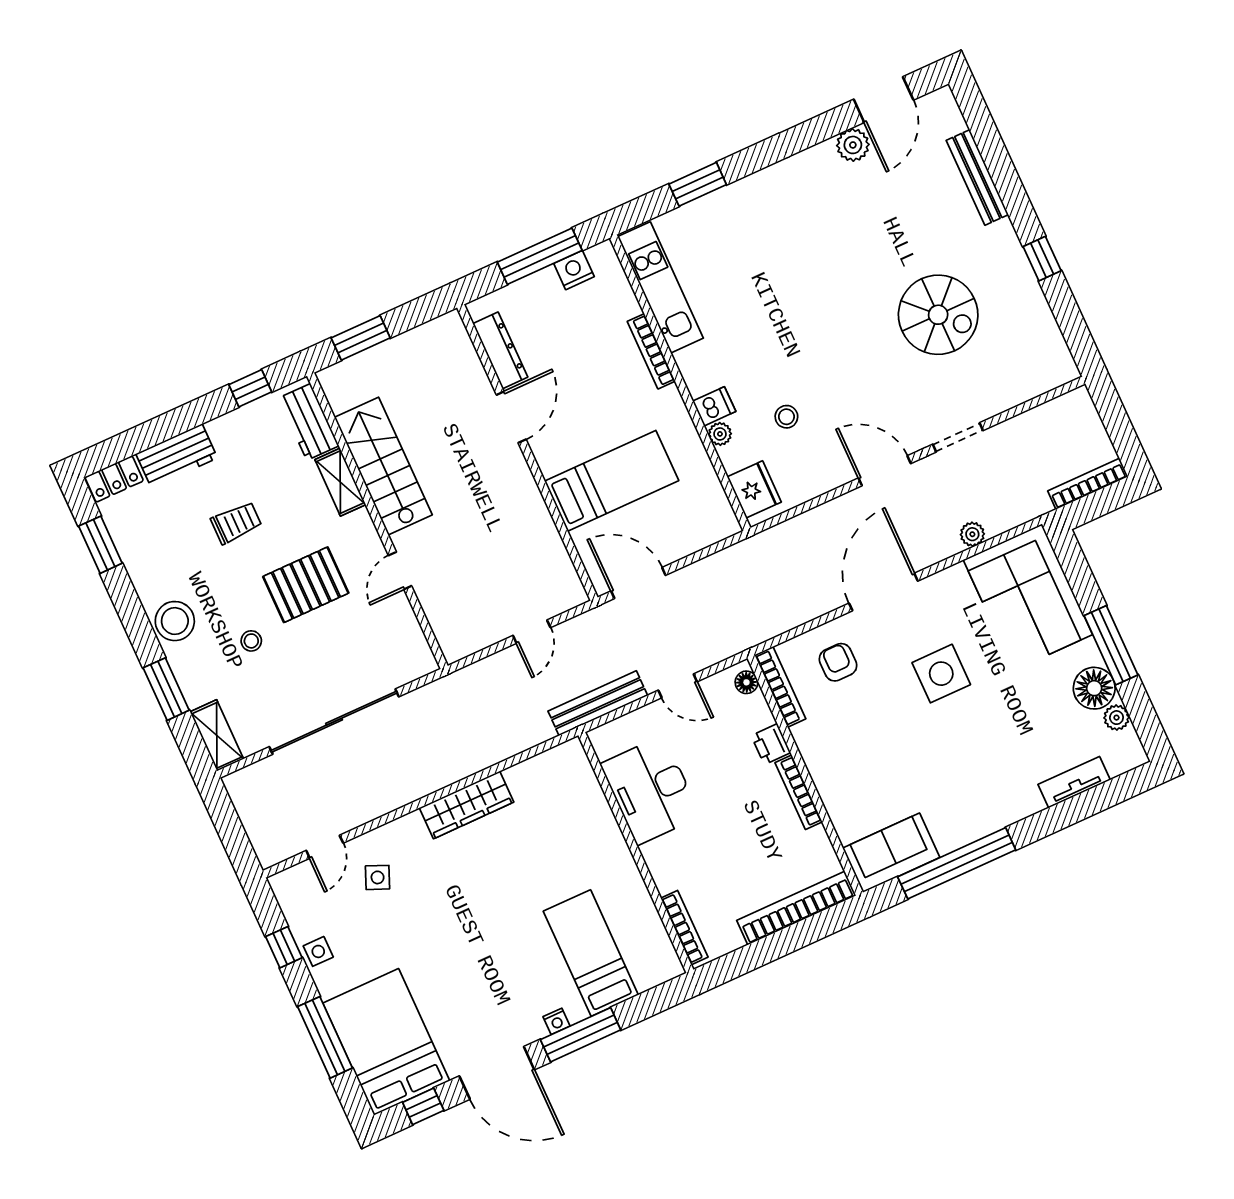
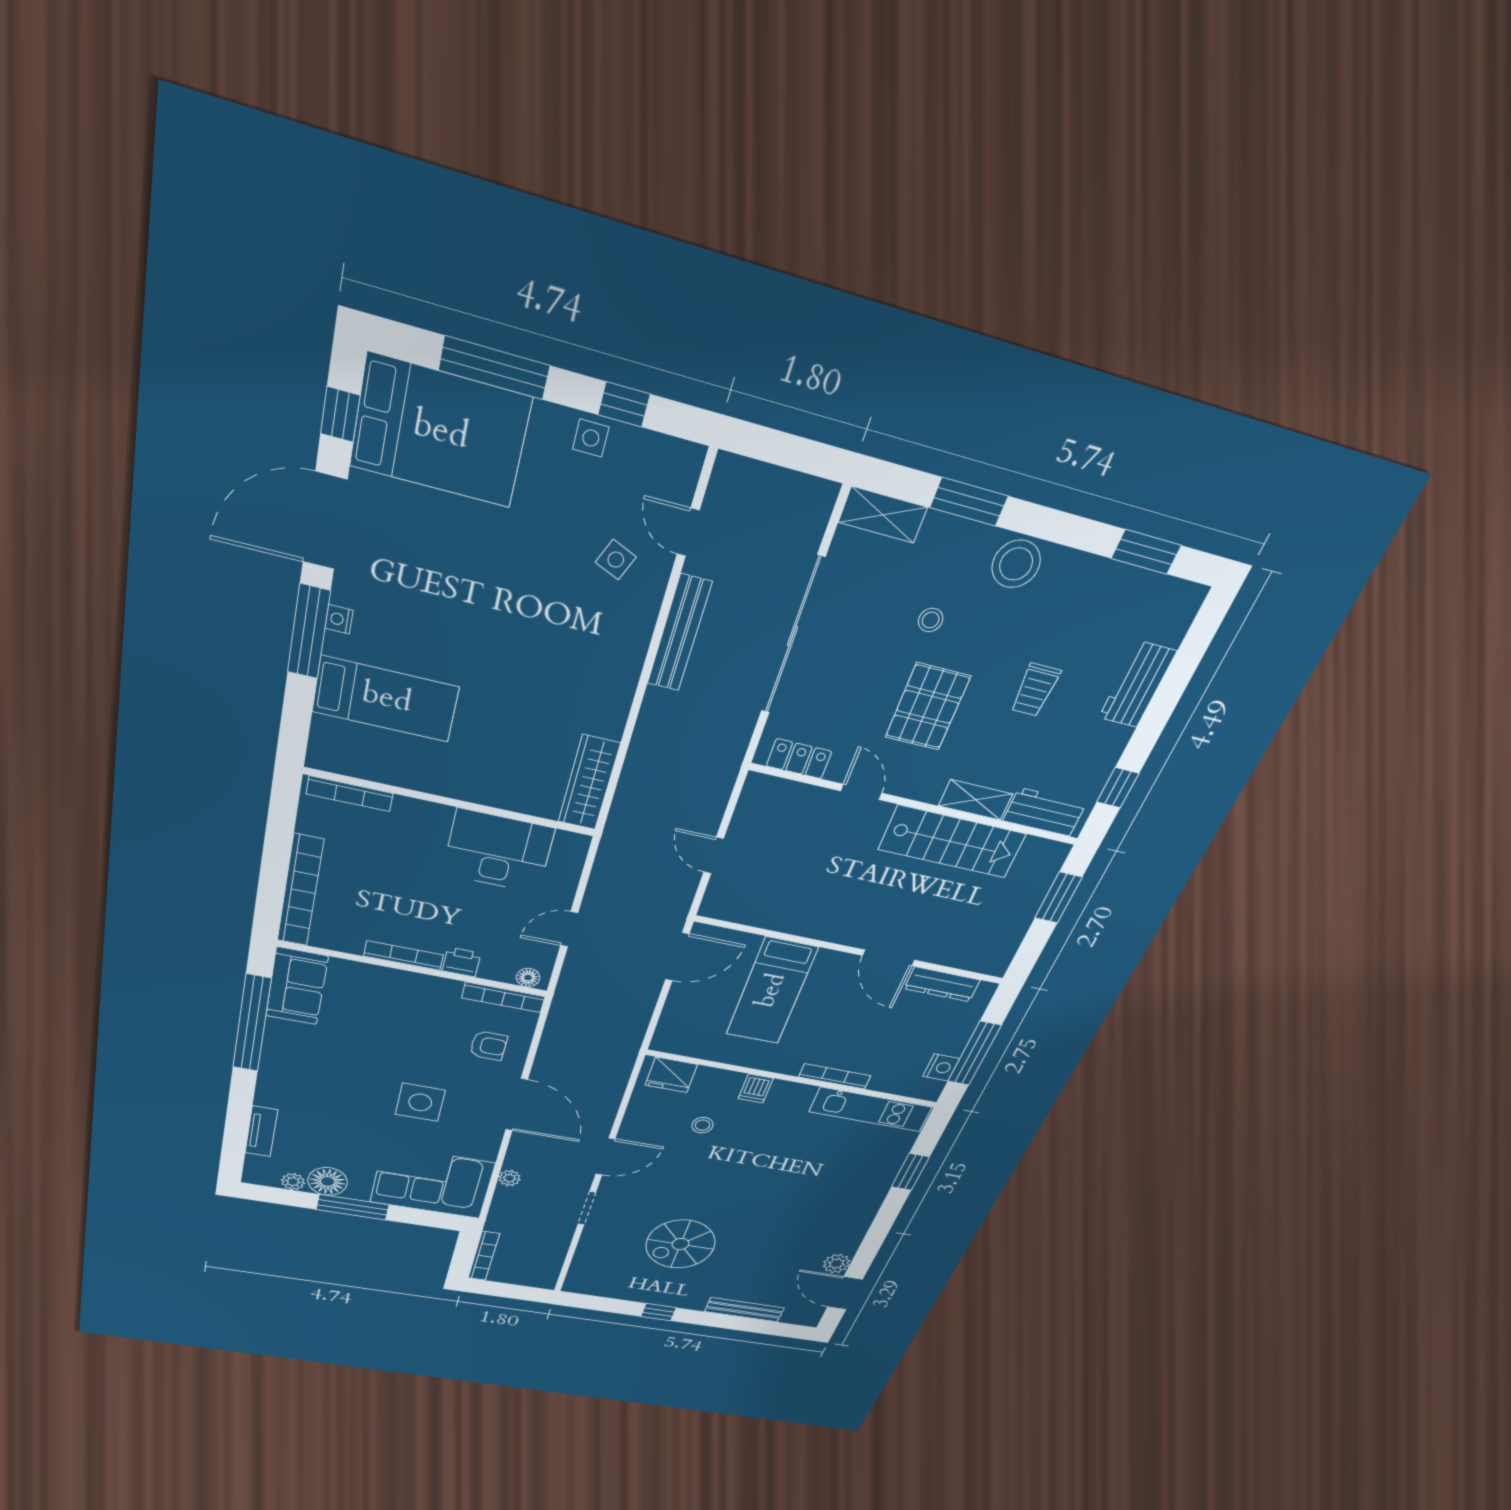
plant: (720, 434) -> (733, 1080), removed
locker: (114, 479) -> (799, 759), moved, turned 90
bench: (598, 703) -> (679, 633), moved
wardrobe: (467, 805) -> (589, 783), moved

